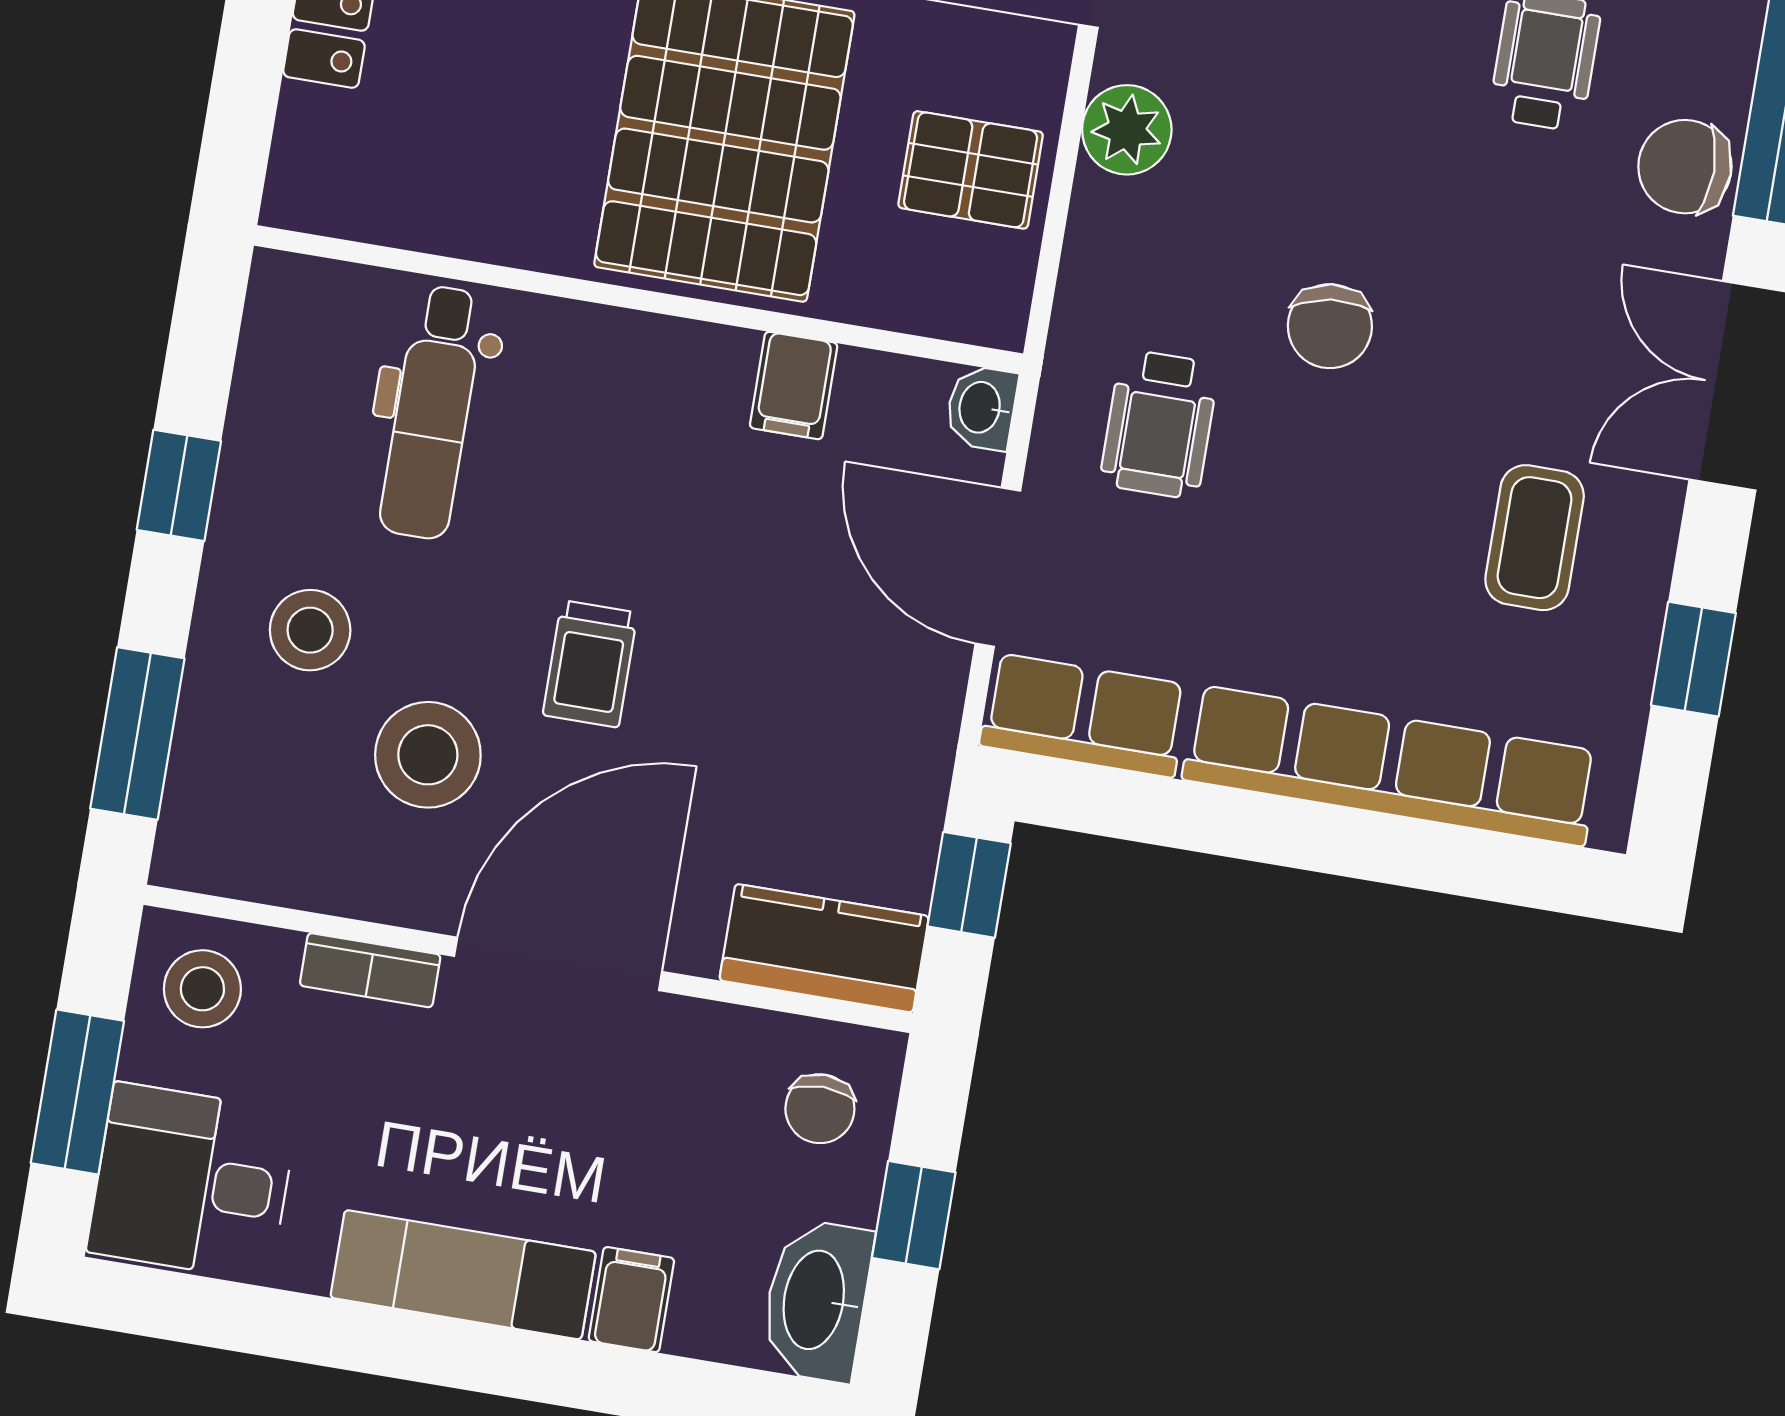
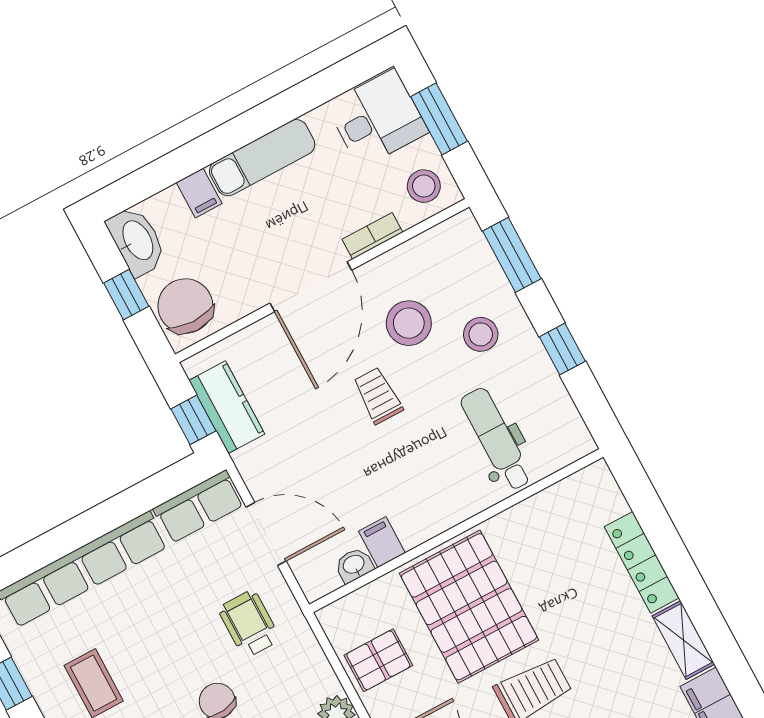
washbasin: (981, 408) -> (354, 565), moved, turned -90
kitchen counter: (824, 948) -> (227, 407), moved, turned -90
chair: (820, 1109) -> (185, 306), width x1.87, depth x1.87

